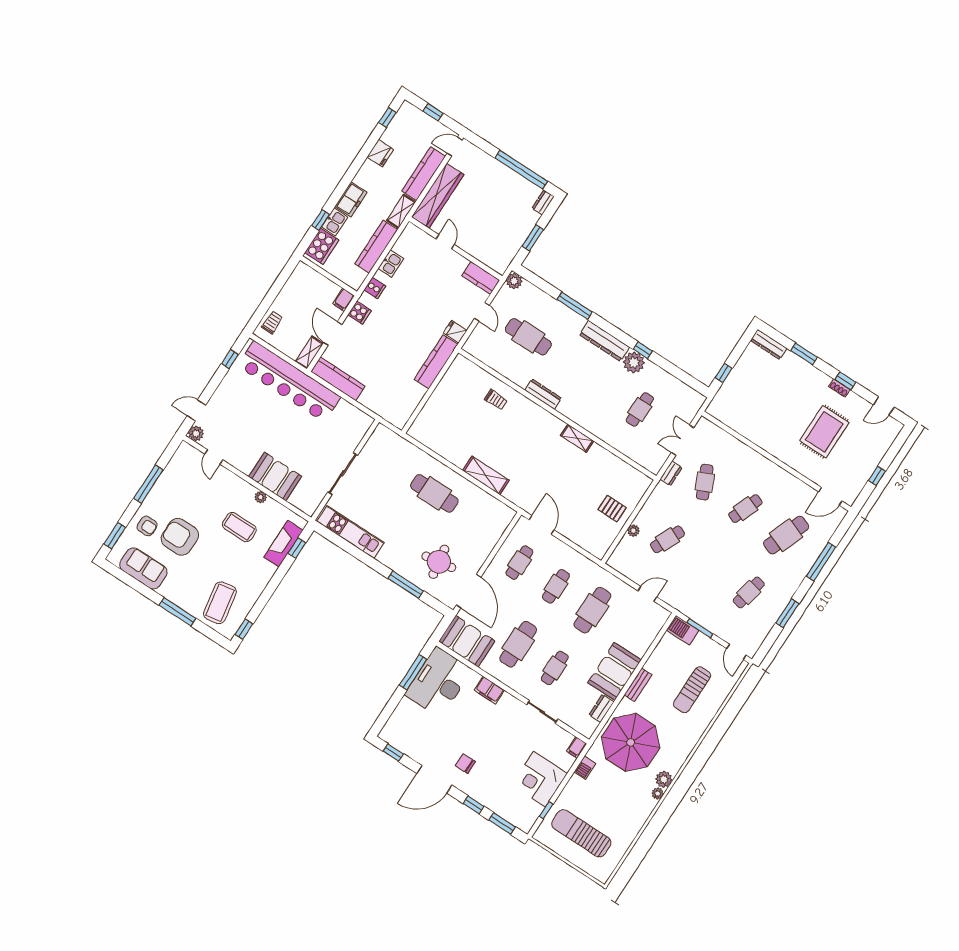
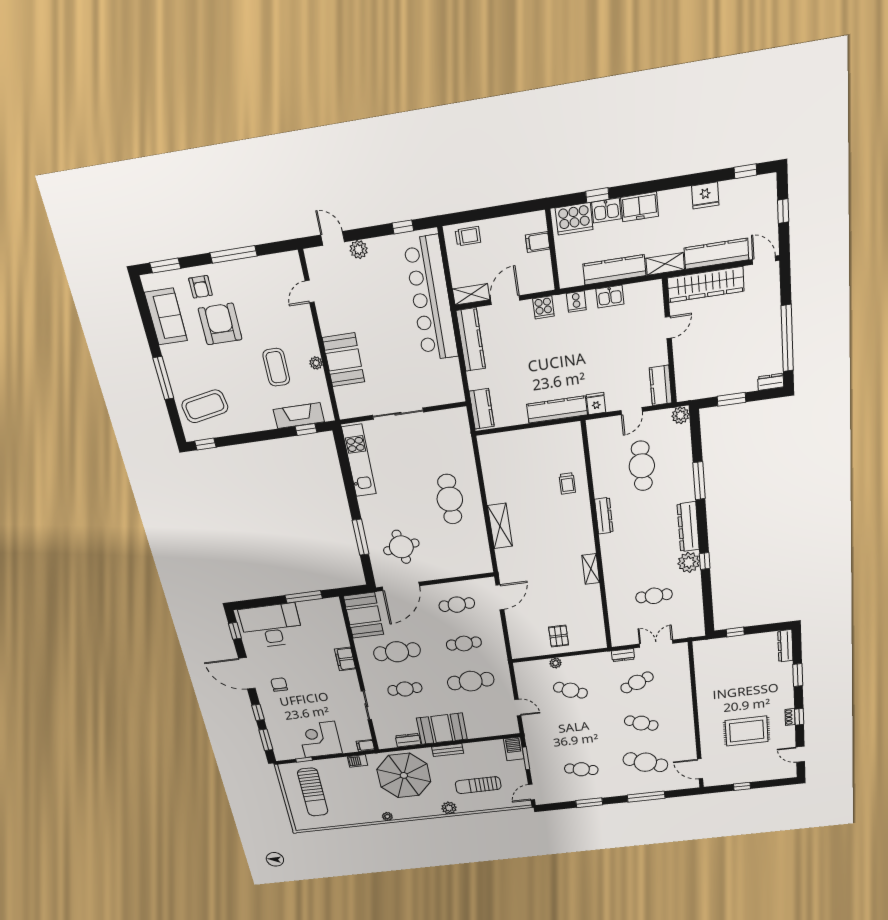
filing cabinet: (344, 300) -> (538, 242), moved
kitchen counter: (390, 413) -> (482, 409), added
plant: (196, 433) -> (359, 249), moved
desk: (438, 682) -> (271, 626), moved
plant: (664, 779) -> (449, 808), moved
sun lounger: (581, 833) -> (313, 792), turned 180

